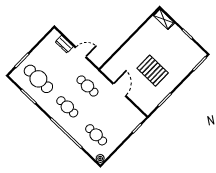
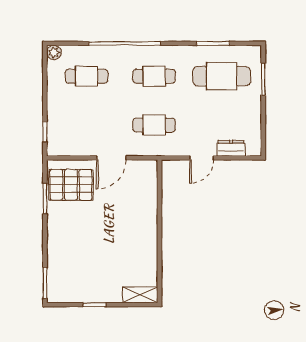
pallet: (153, 71) -> (71, 185), moved
door: (119, 90) -> (111, 158), hinge flipped

